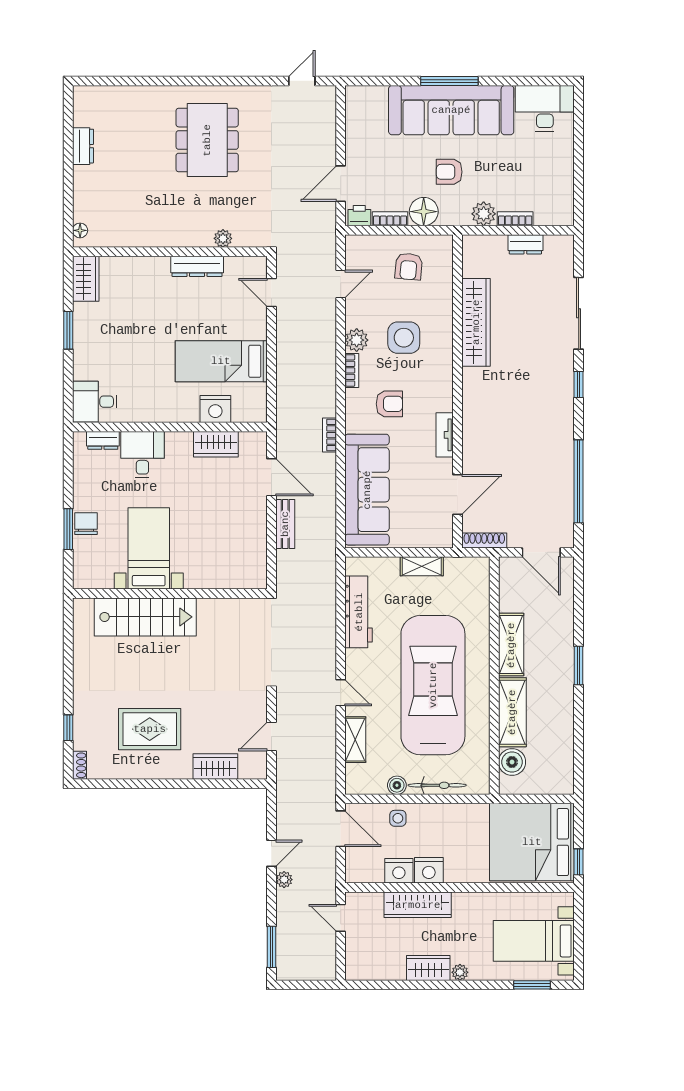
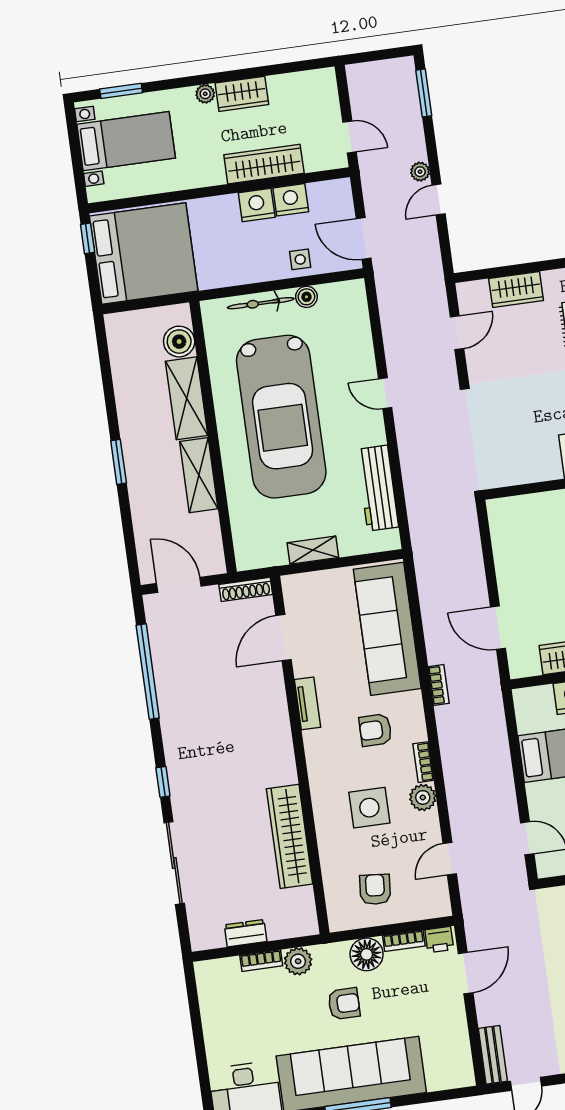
bench: (285, 524) -> (493, 1055), moved
shelving: (355, 740) -> (361, 342), removed

